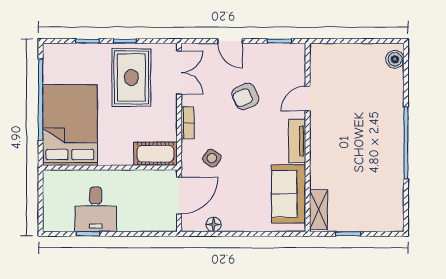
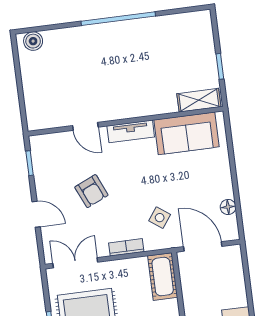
door: (230, 41) -> (36, 214), hinge flipped

